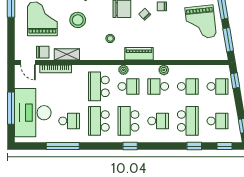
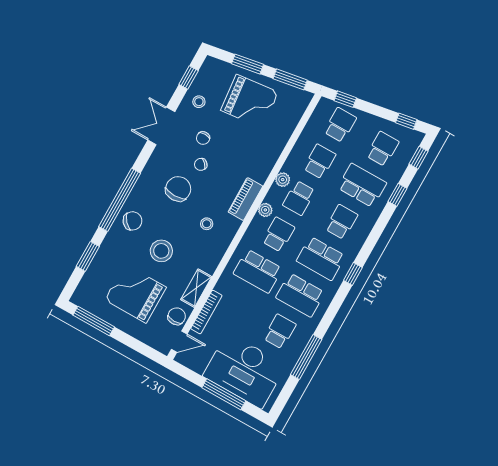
plant: (123, 70) -> (265, 210), moved

